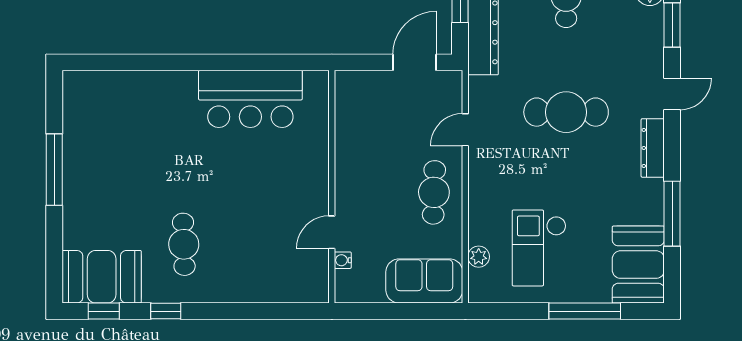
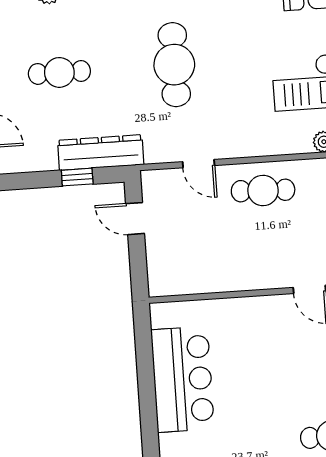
door: (415, 62) -> (135, 219), width x0.73

